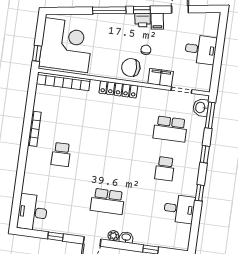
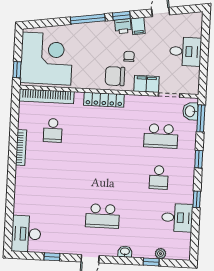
school desk: (61, 154) -> (53, 130), moved
plant: (113, 236) -> (160, 254), moved

